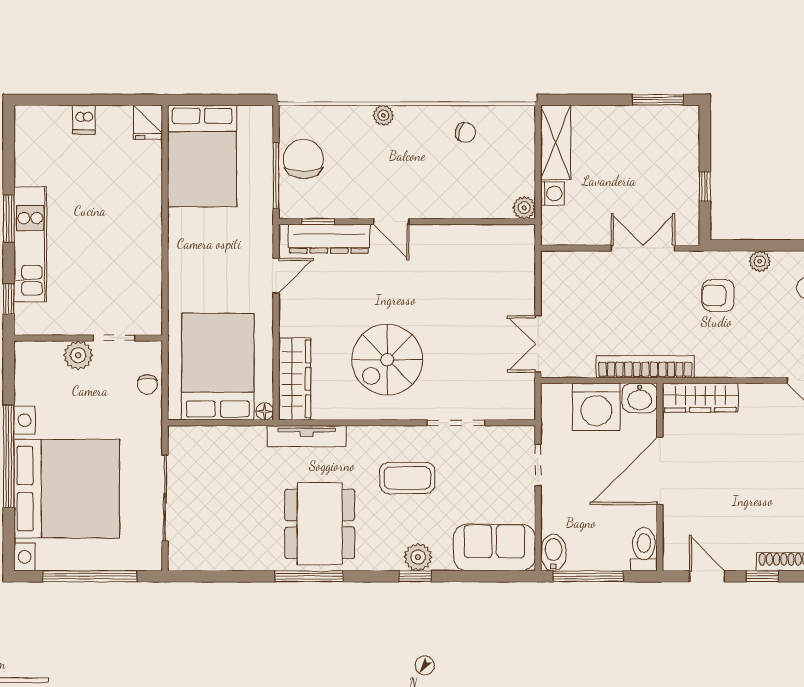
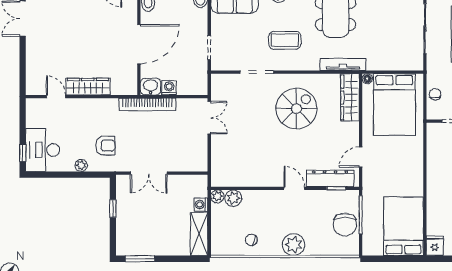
plant: (383, 115) -> (294, 245), width x1.87, depth x1.87
plant: (497, 205) -> (233, 198), added
wardrobe: (700, 398) -> (88, 87), moved
washing machine: (596, 407) -> (169, 88), width x0.53, depth x0.53

